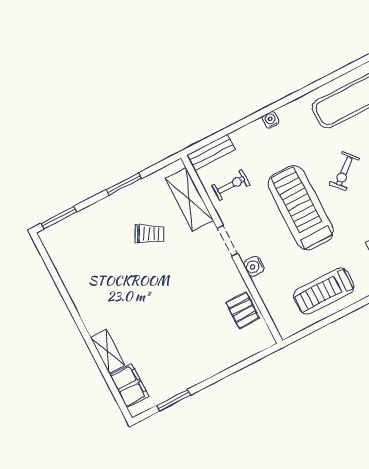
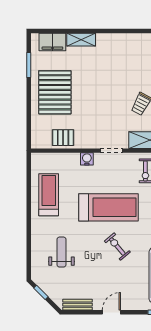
pallet: (191, 350) -> (55, 92), added

